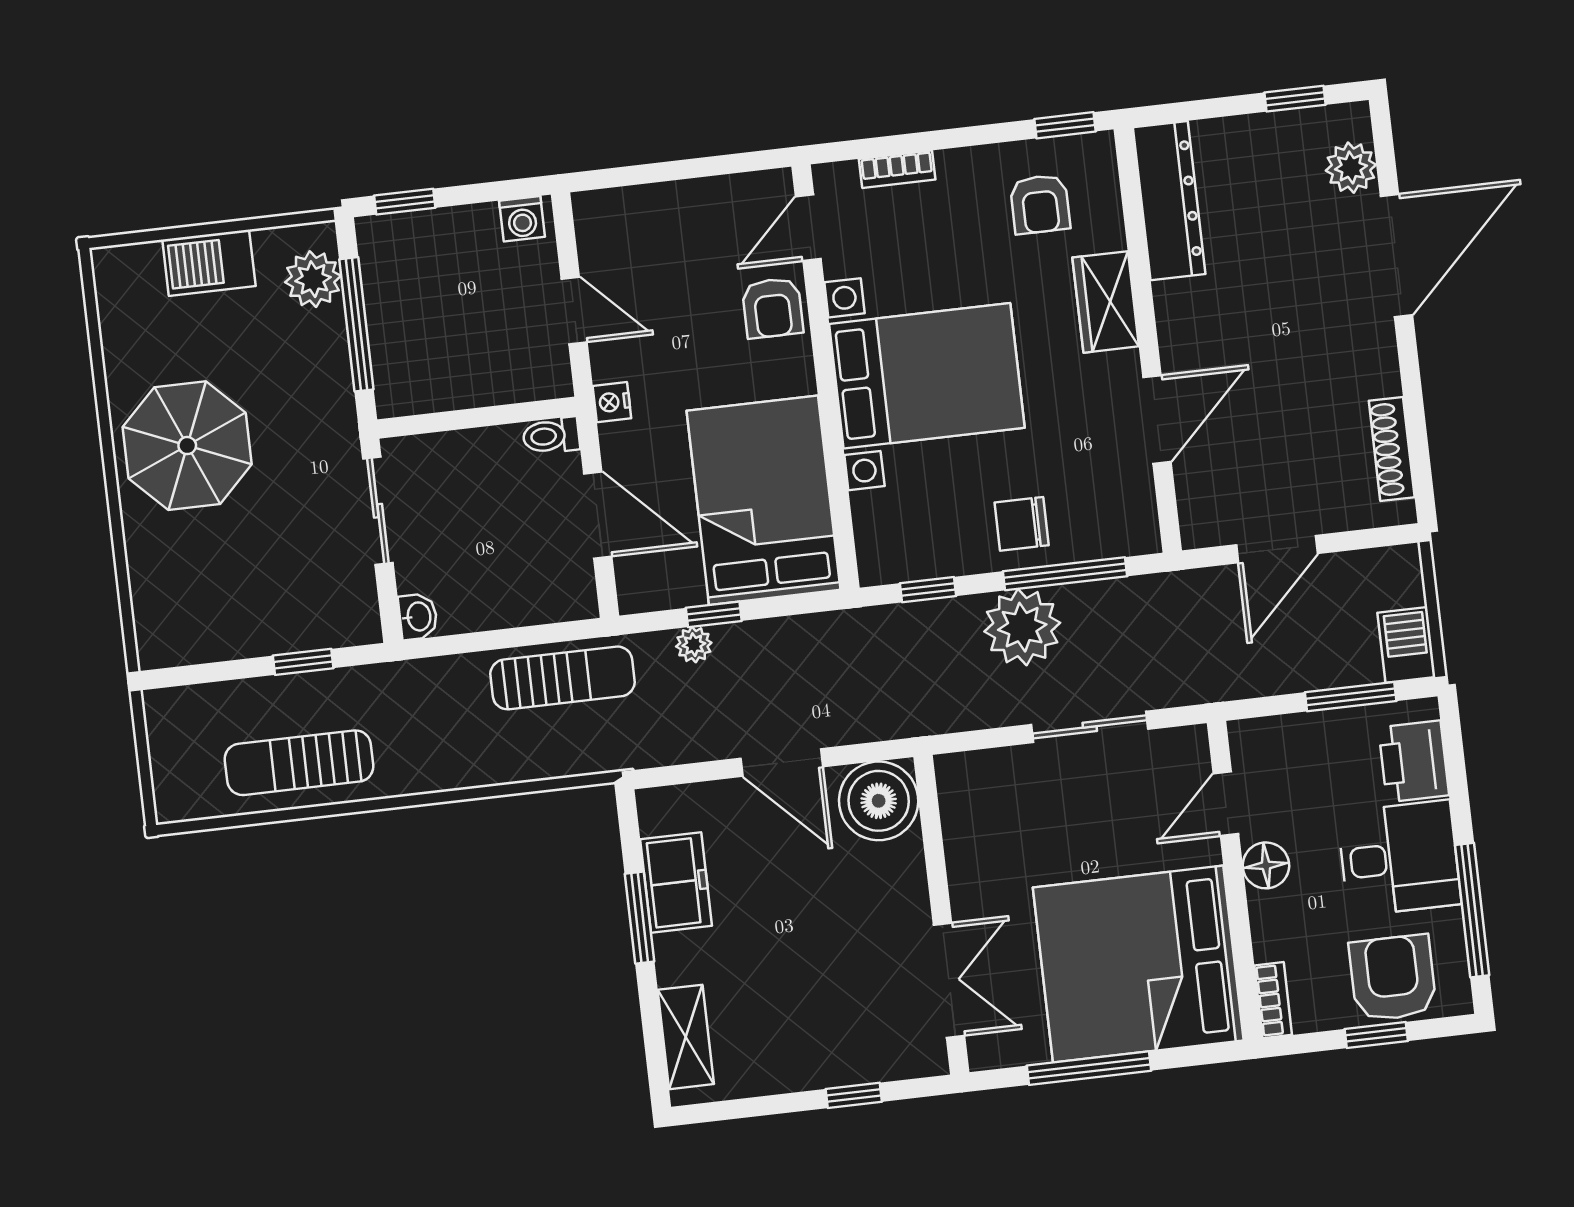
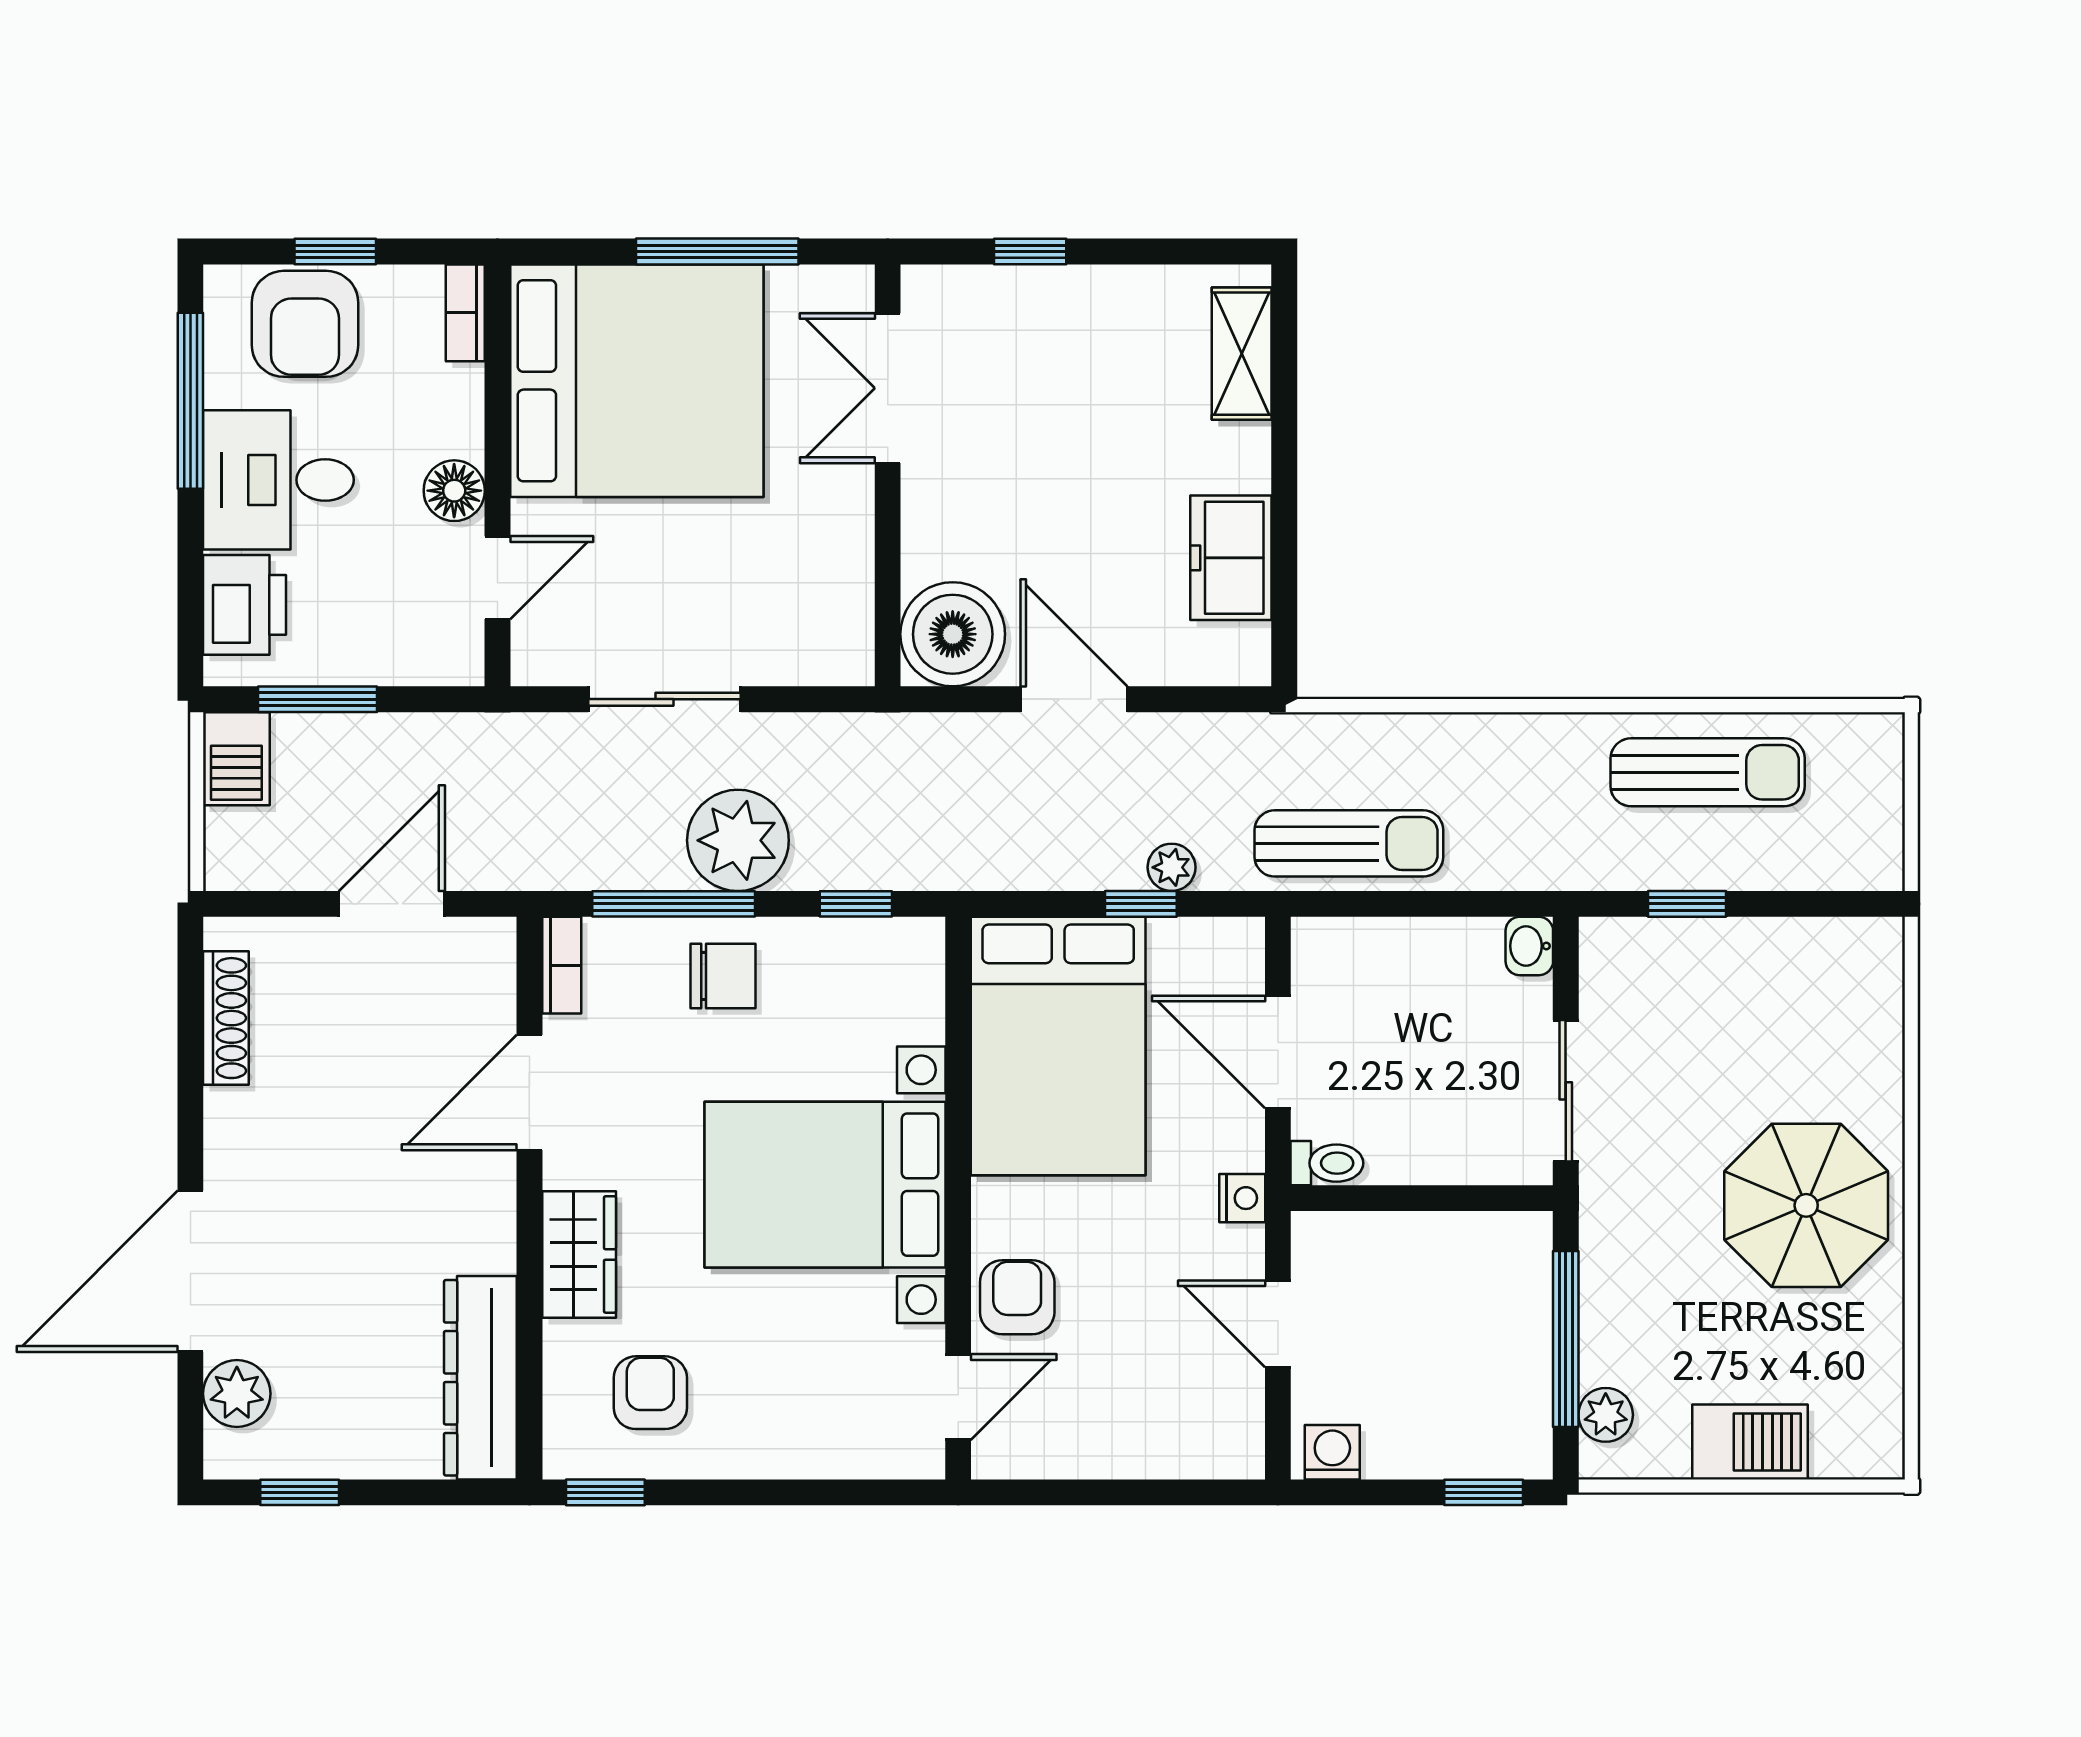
bookcase: (897, 169) -> (562, 965), moved, turned 90
plant: (313, 279) -> (1606, 1415), width x0.73, depth x0.73
sun lounger: (563, 678) -> (1349, 843), turned 180
window: (639, 918) -> (1284, 517), removed

